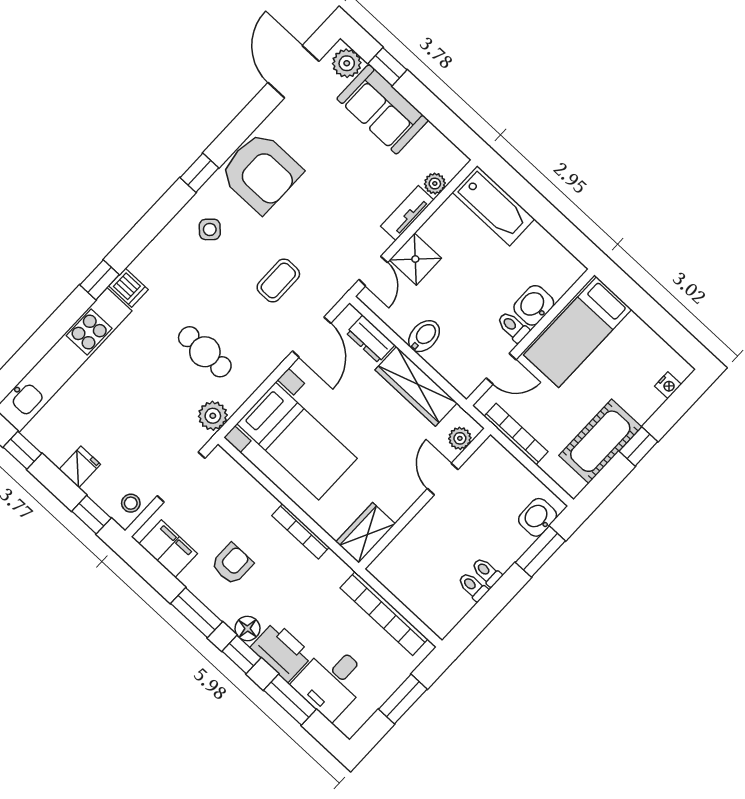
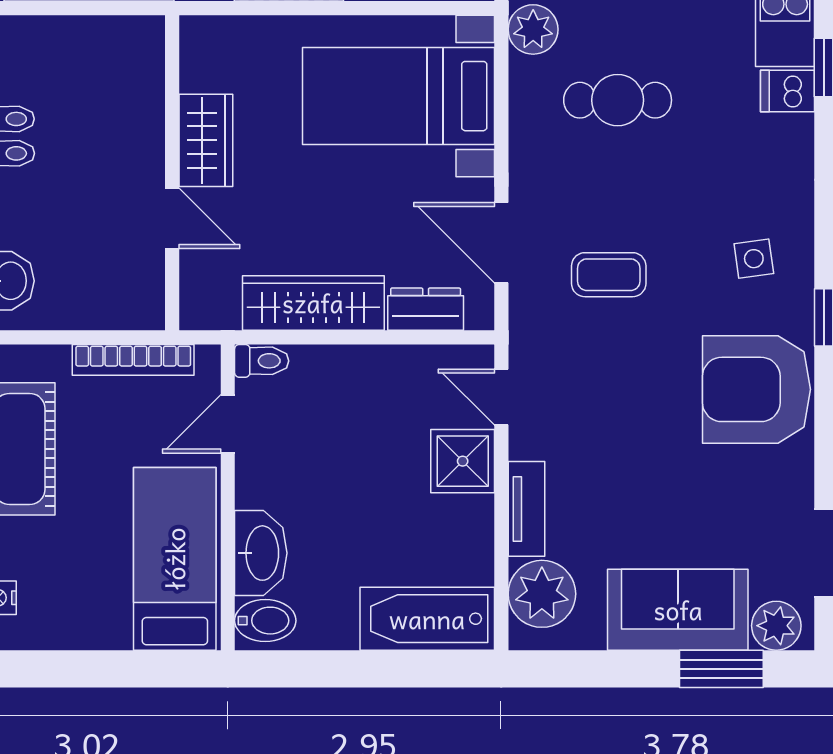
window: (387, 67) -> (721, 669), width x1.50
plant: (435, 184) -> (542, 594), width x1.88, depth x1.88
side table: (210, 229) -> (754, 259), turned 36
coffee table: (278, 280) -> (609, 275), turned 90
washbasin: (534, 305) -> (261, 553), width x1.38
toilet: (513, 327) -> (262, 361), moved
bidet: (424, 336) -> (265, 621), moved, turned -90
plant: (460, 438) -> (198, 289), removed
wardrobe: (366, 533) -> (206, 140), moved

